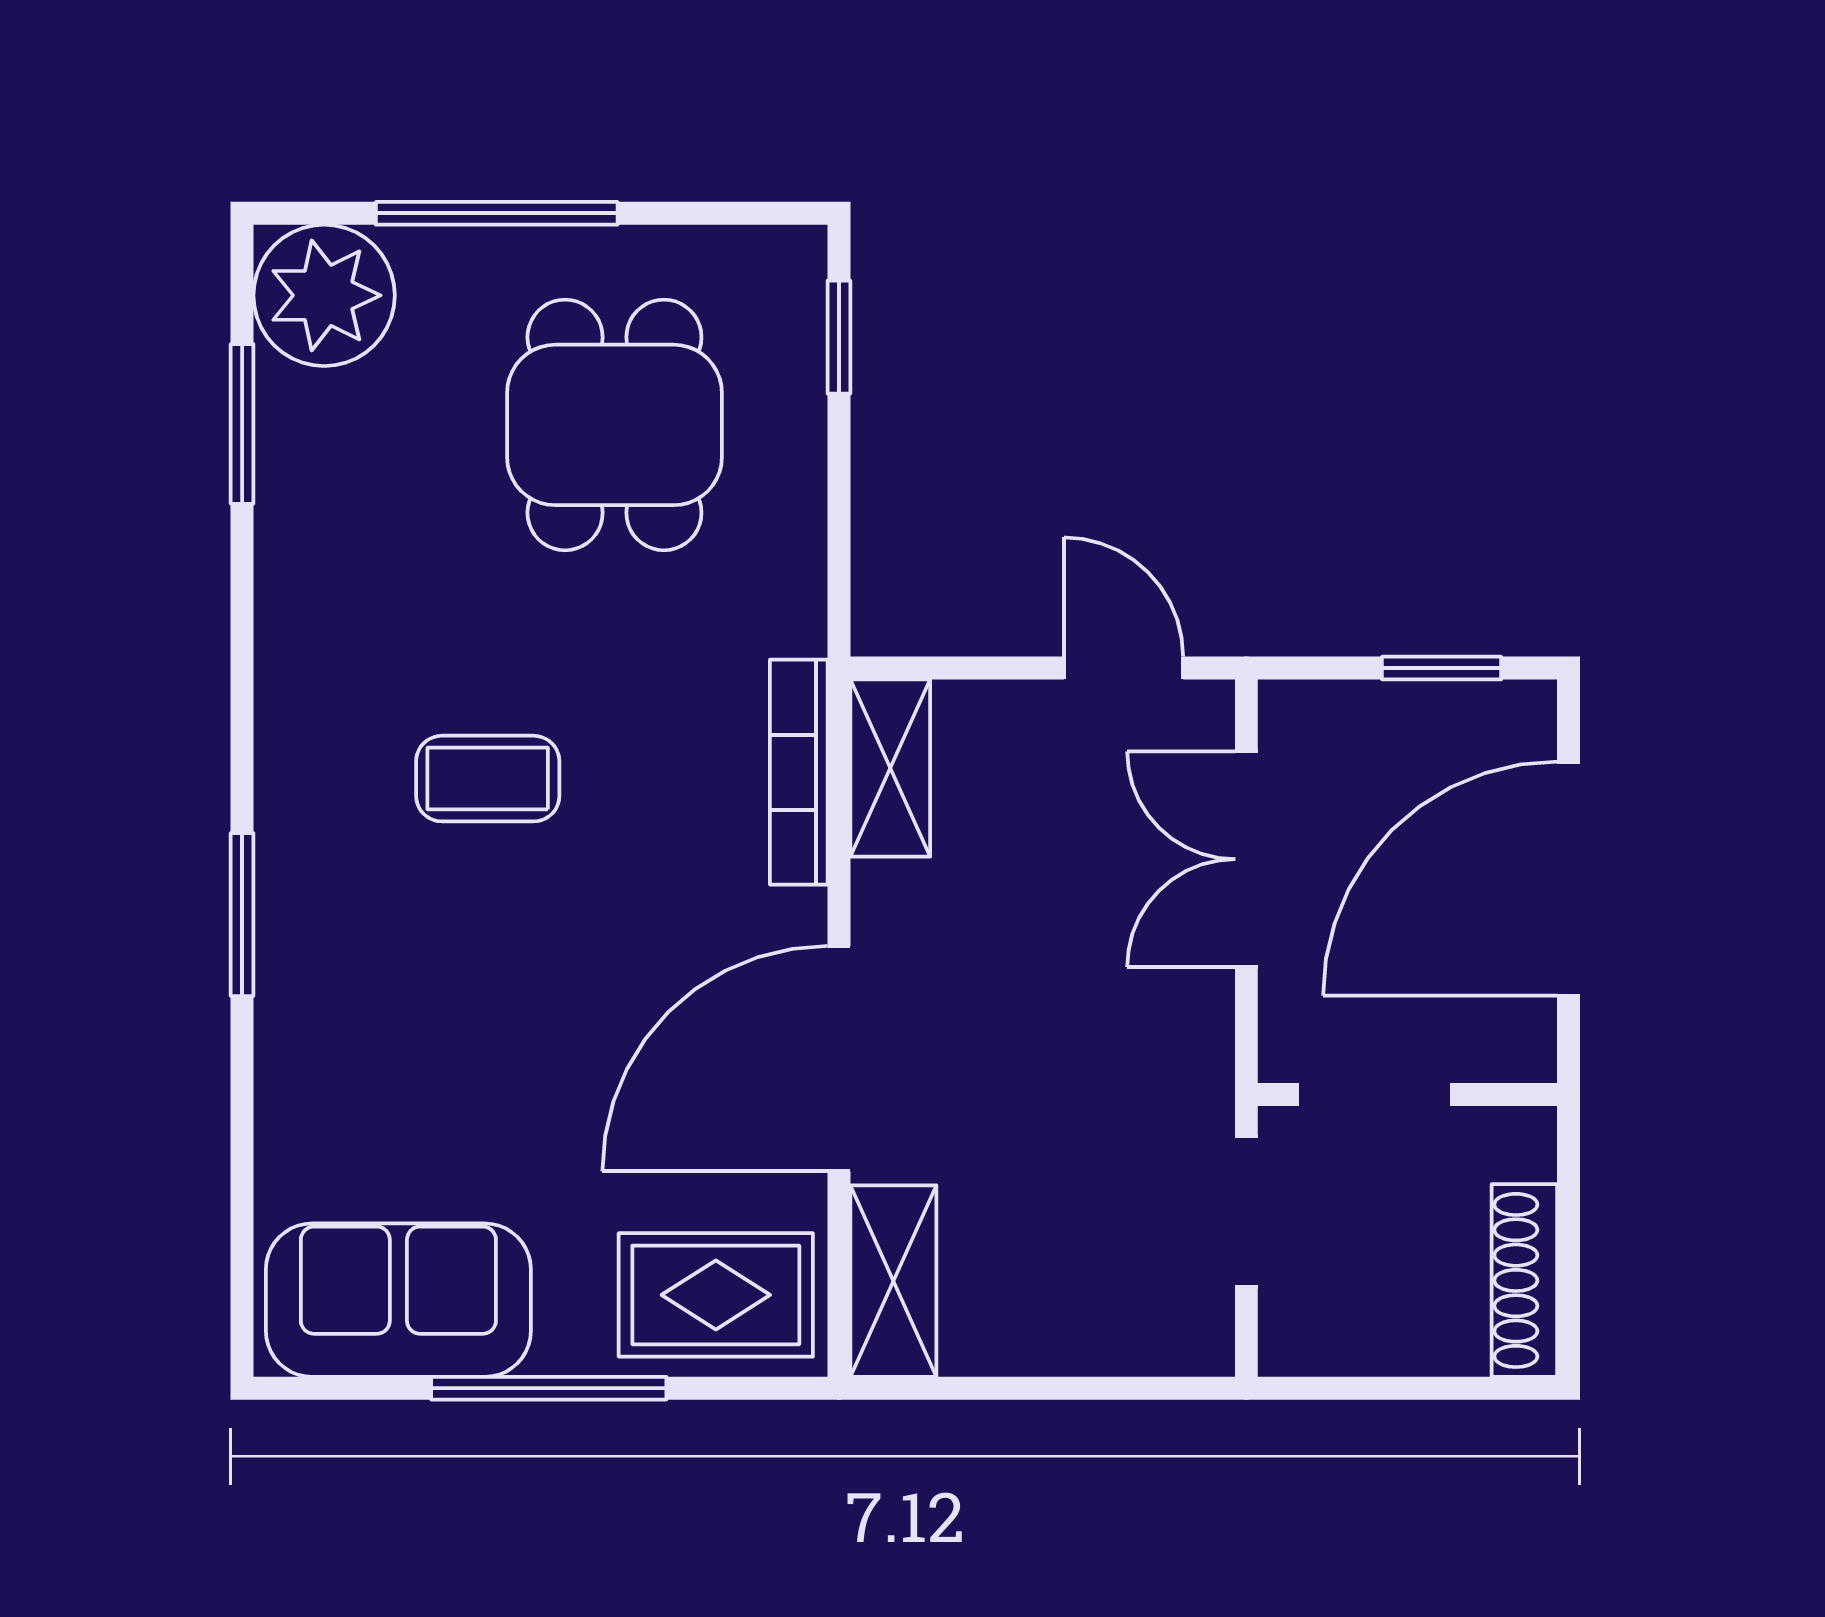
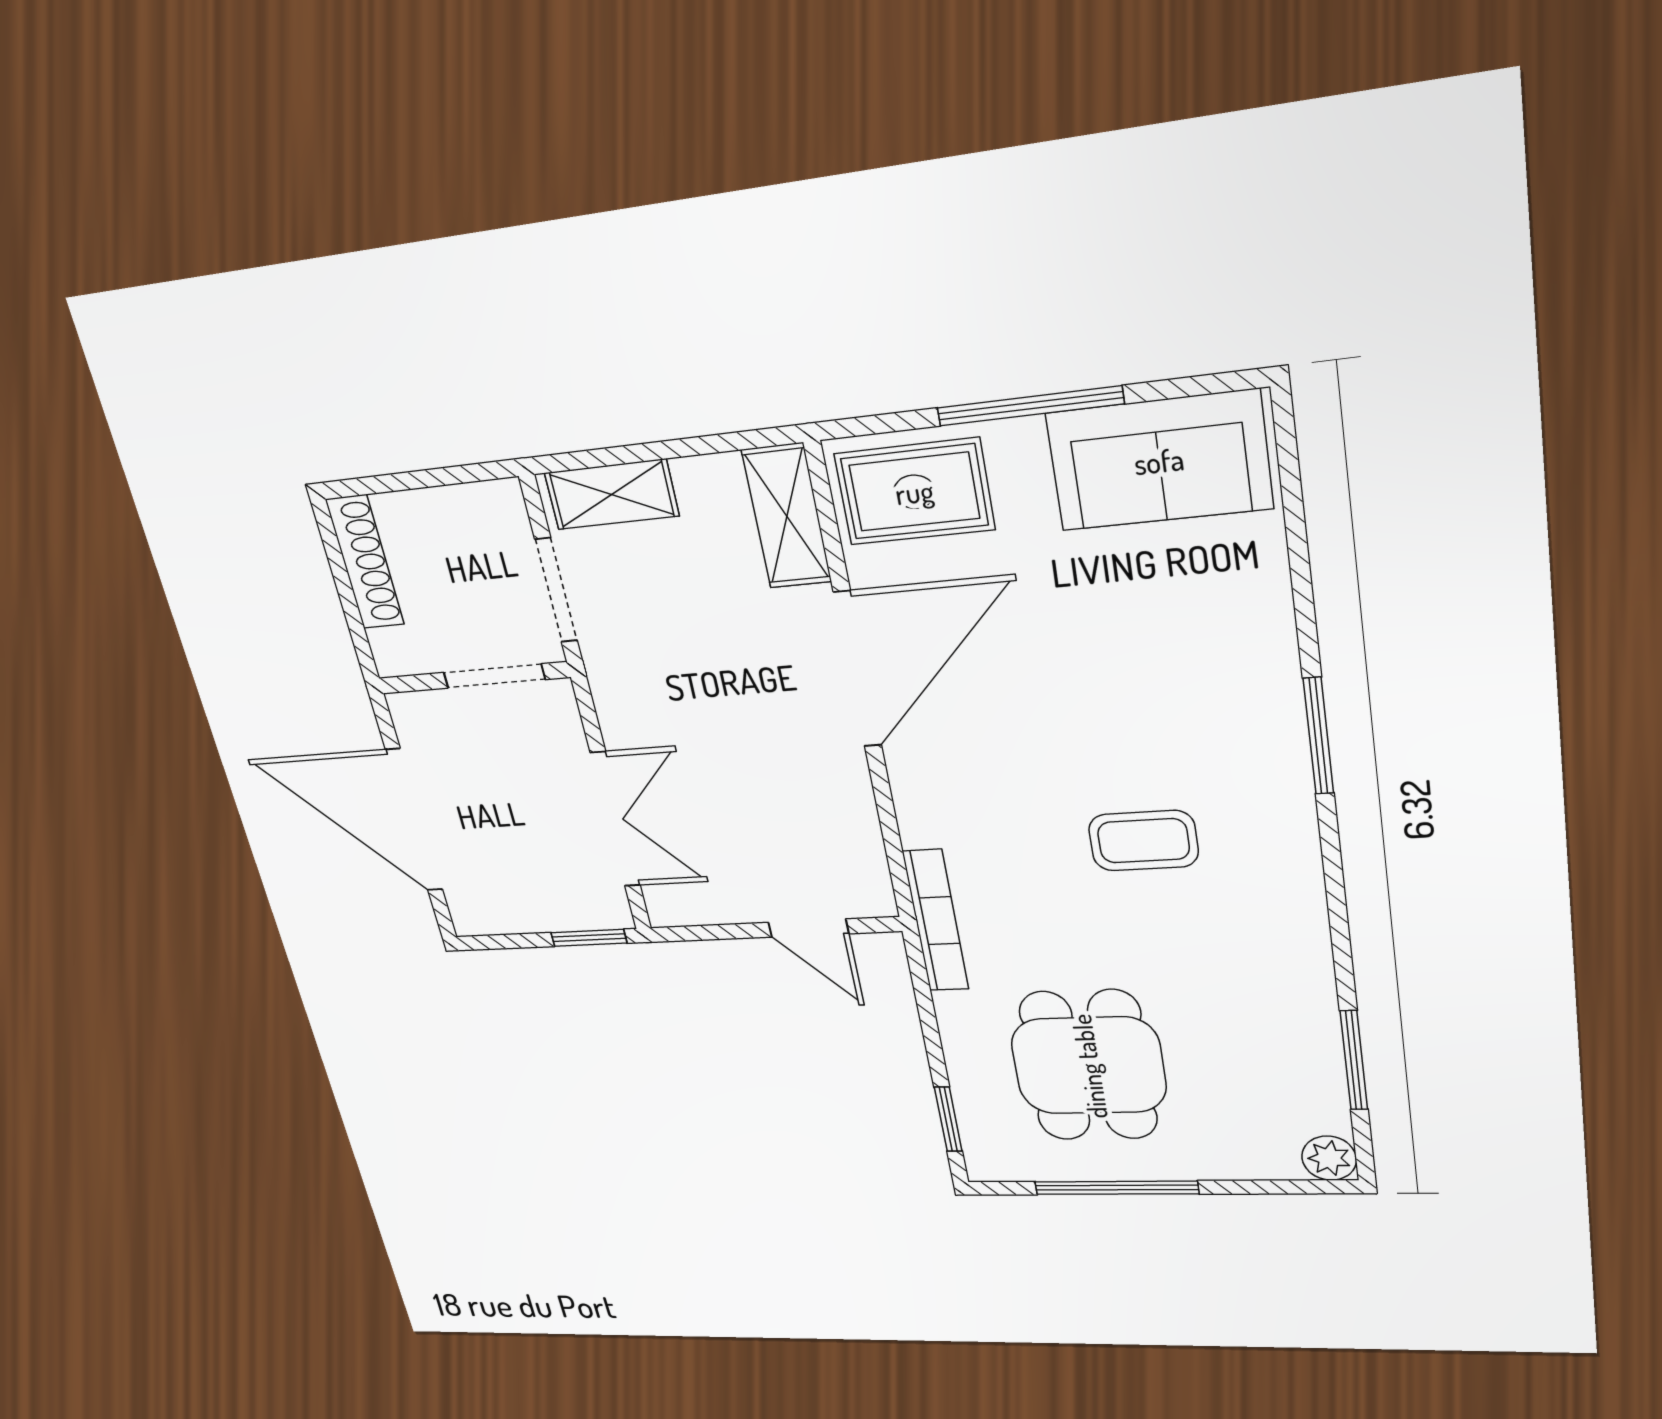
window: (497, 213) -> (1116, 1188), moved
plant: (324, 295) -> (1329, 1158), width x0.53, depth x0.53
door: (1123, 668) -> (808, 928), moved
window: (1442, 668) -> (589, 938), moved
shelving: (890, 768) -> (612, 494), moved, turned 90
bookcase: (799, 772) -> (936, 921), moved
door: (1569, 879) -> (414, 820), swing flipped

